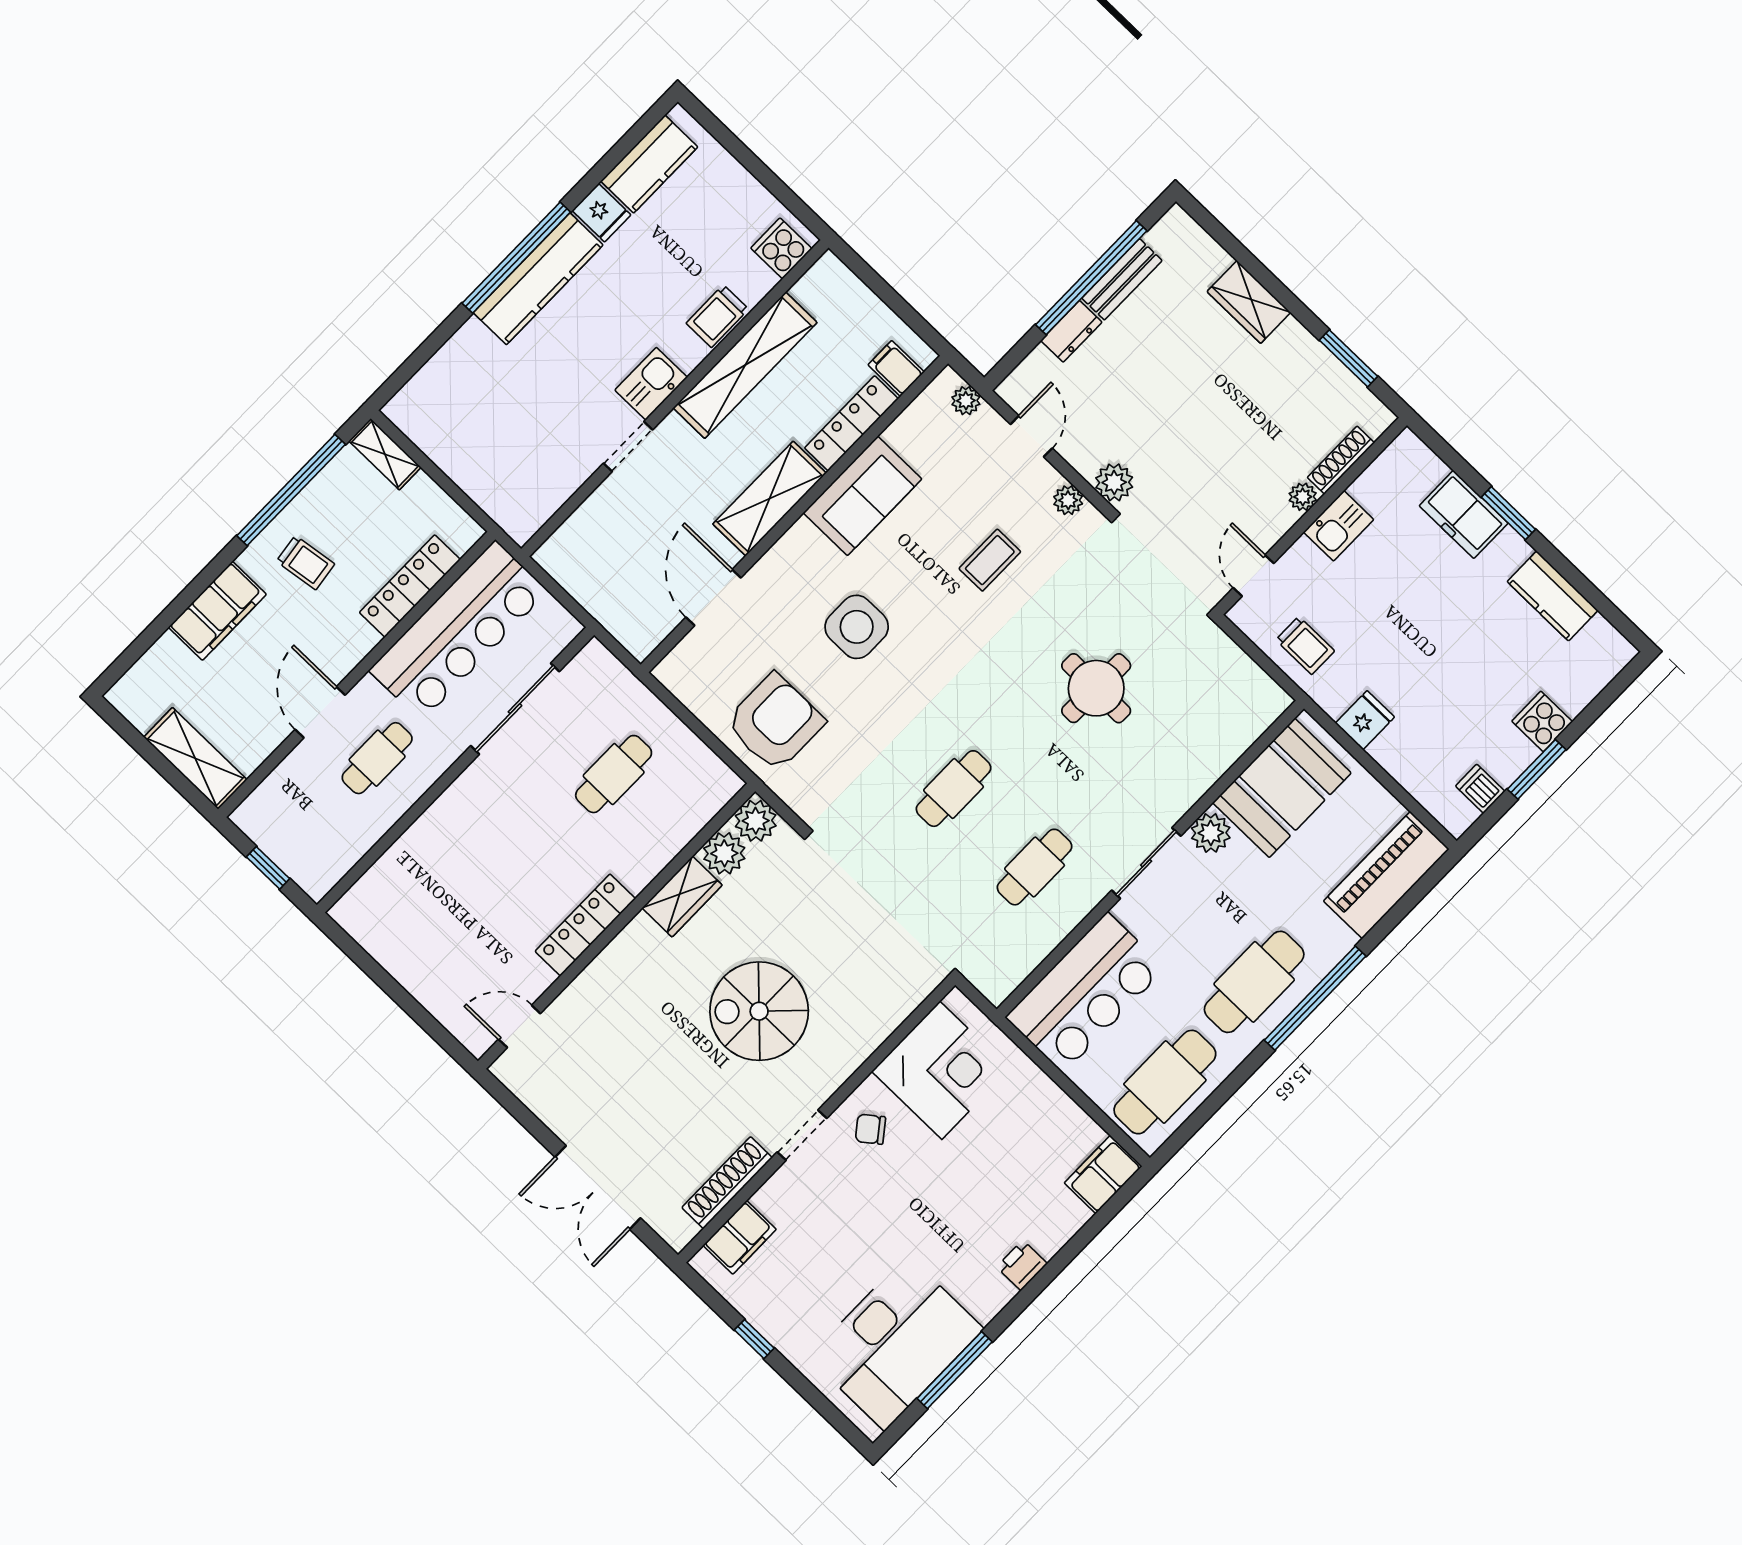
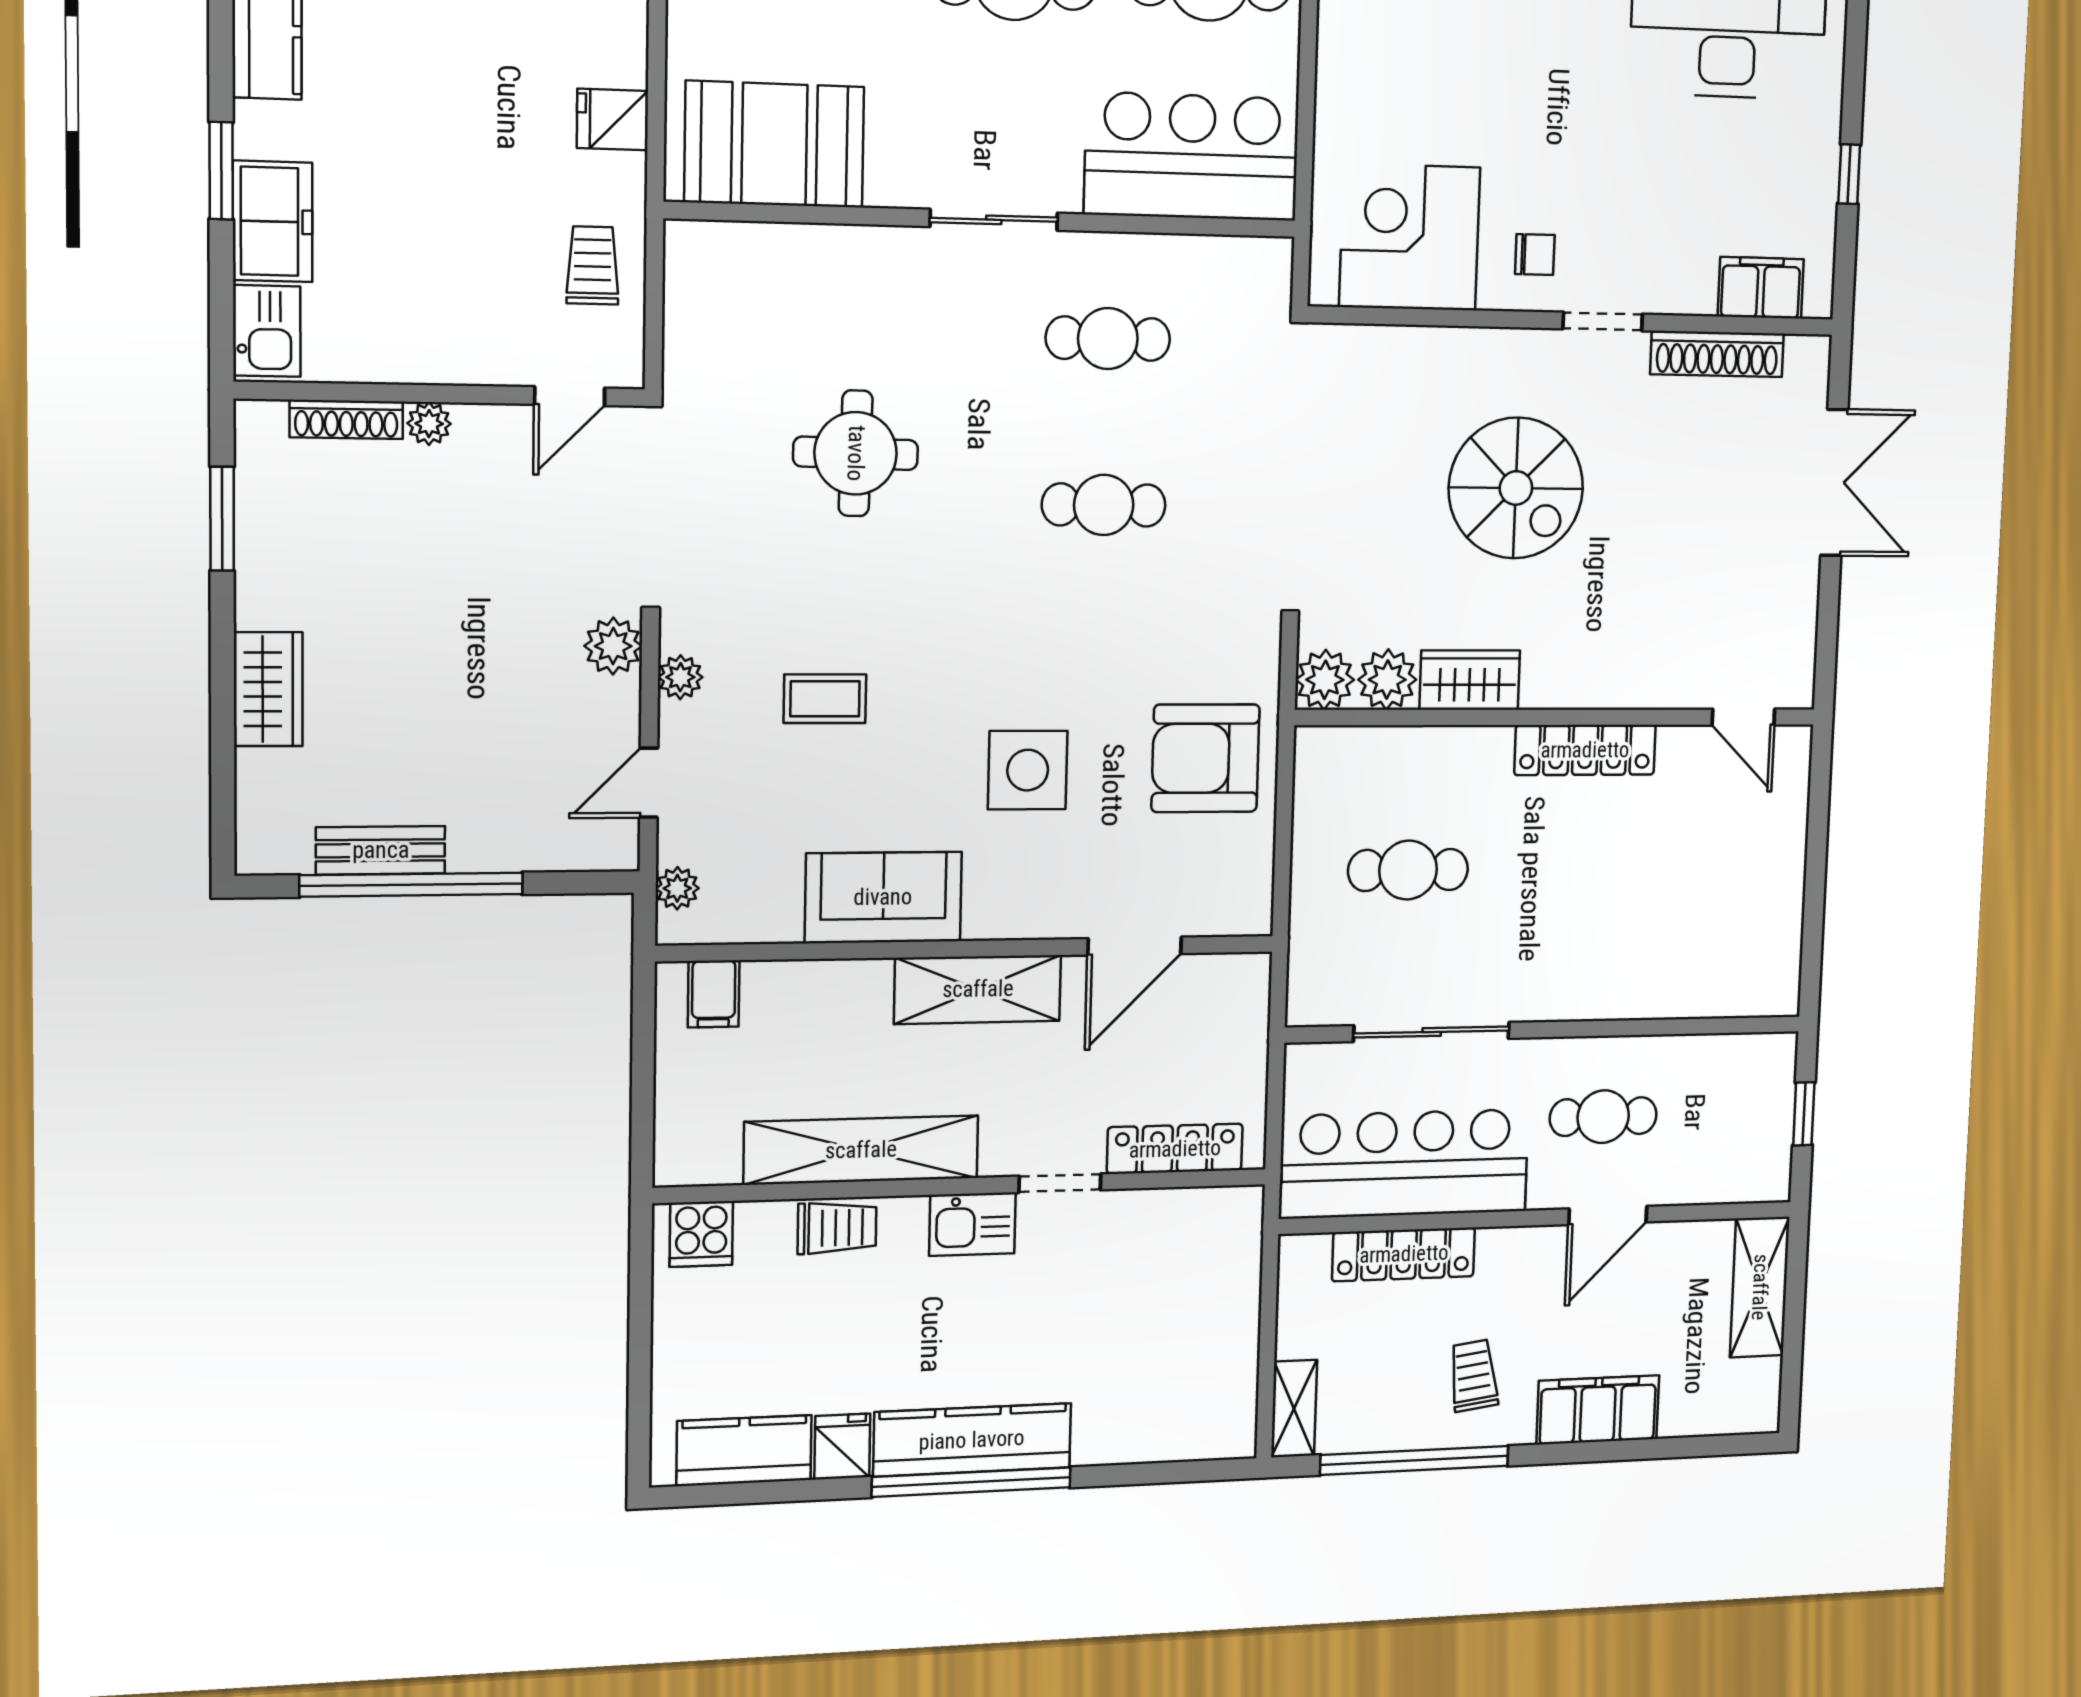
dresser: (1071, 331) -> (492, 850), removed
locker: (851, 423) -> (1175, 1149), moved, turned 180
kitchen sink: (1339, 526) -> (267, 331), moved, turned 90
plant: (1211, 833) -> (896, 178), removed
chair: (870, 1129) -> (1535, 255), turned -52

